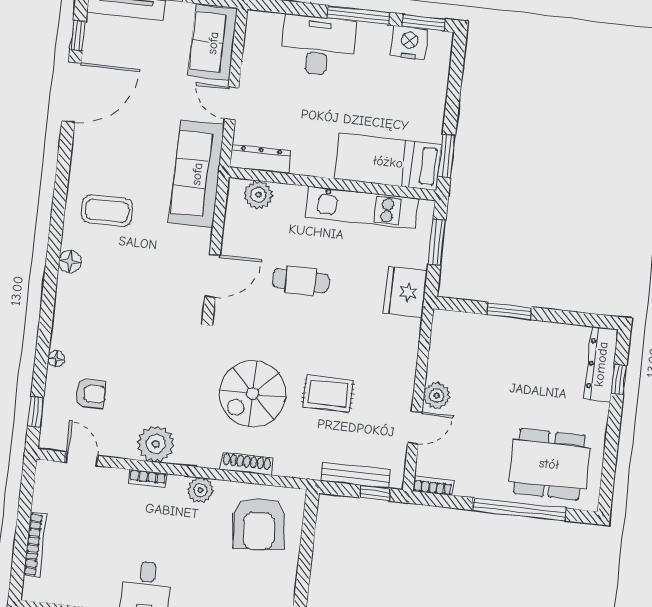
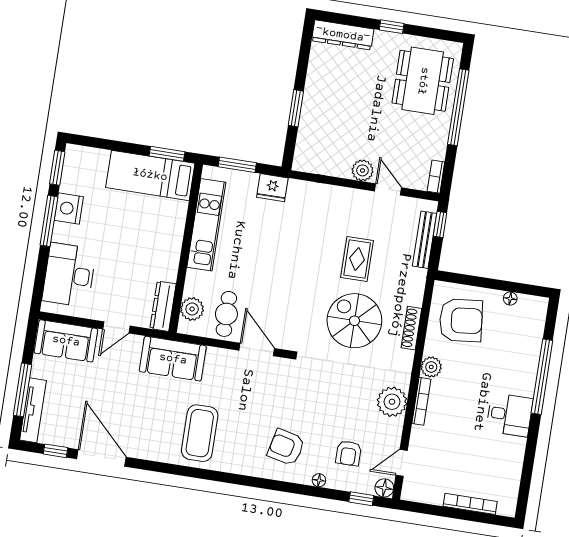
nightstand: (409, 43) -> (69, 208), moved
desk: (318, 46) -> (69, 275), moved
bed: (388, 162) -> (150, 175), moved, turned 90
sofa: (197, 174) -> (173, 359), width x0.73
coffee table: (107, 211) -> (200, 433), width x1.36, depth x1.32
floor lamp: (70, 262) -> (384, 488), moved
cafe table: (301, 281) -> (226, 314), moved
fridge: (405, 292) -> (272, 188), width x0.73, depth x0.75
armchair: (95, 317) -> (286, 447), added
window: (619, 380) -> (392, 27), moved
armchair: (91, 394) -> (348, 453), turned 180
spiral stairs: (253, 394) -> (354, 321), turned 180
bookcase: (148, 479) -> (421, 401), width x1.56
floor lamp: (288, 583) -> (510, 299), added

